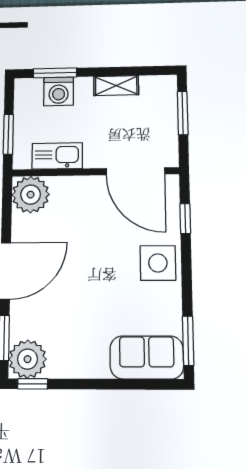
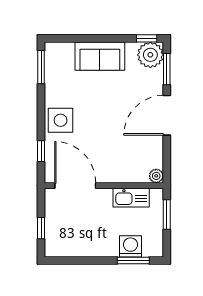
shelving: (116, 86) -> (89, 250), removed
window: (183, 113) -> (41, 228), width x0.67
plant: (31, 195) -> (156, 176), width x0.53, depth x0.53
sofa: (147, 357) -> (100, 56), moved

